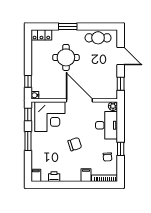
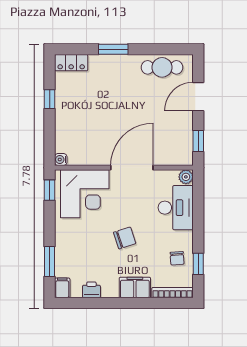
door: (121, 56) -> (198, 97), swing flipped
round table: (66, 57) -> (110, 99), removed
window: (28, 81) -> (50, 99), moved
door: (79, 100) -> (132, 168), hinge flipped
window: (28, 141) -> (50, 261), moved
window: (121, 149) -> (198, 264), moved
filing cabinet: (86, 175) -> (135, 288), width x2.00

